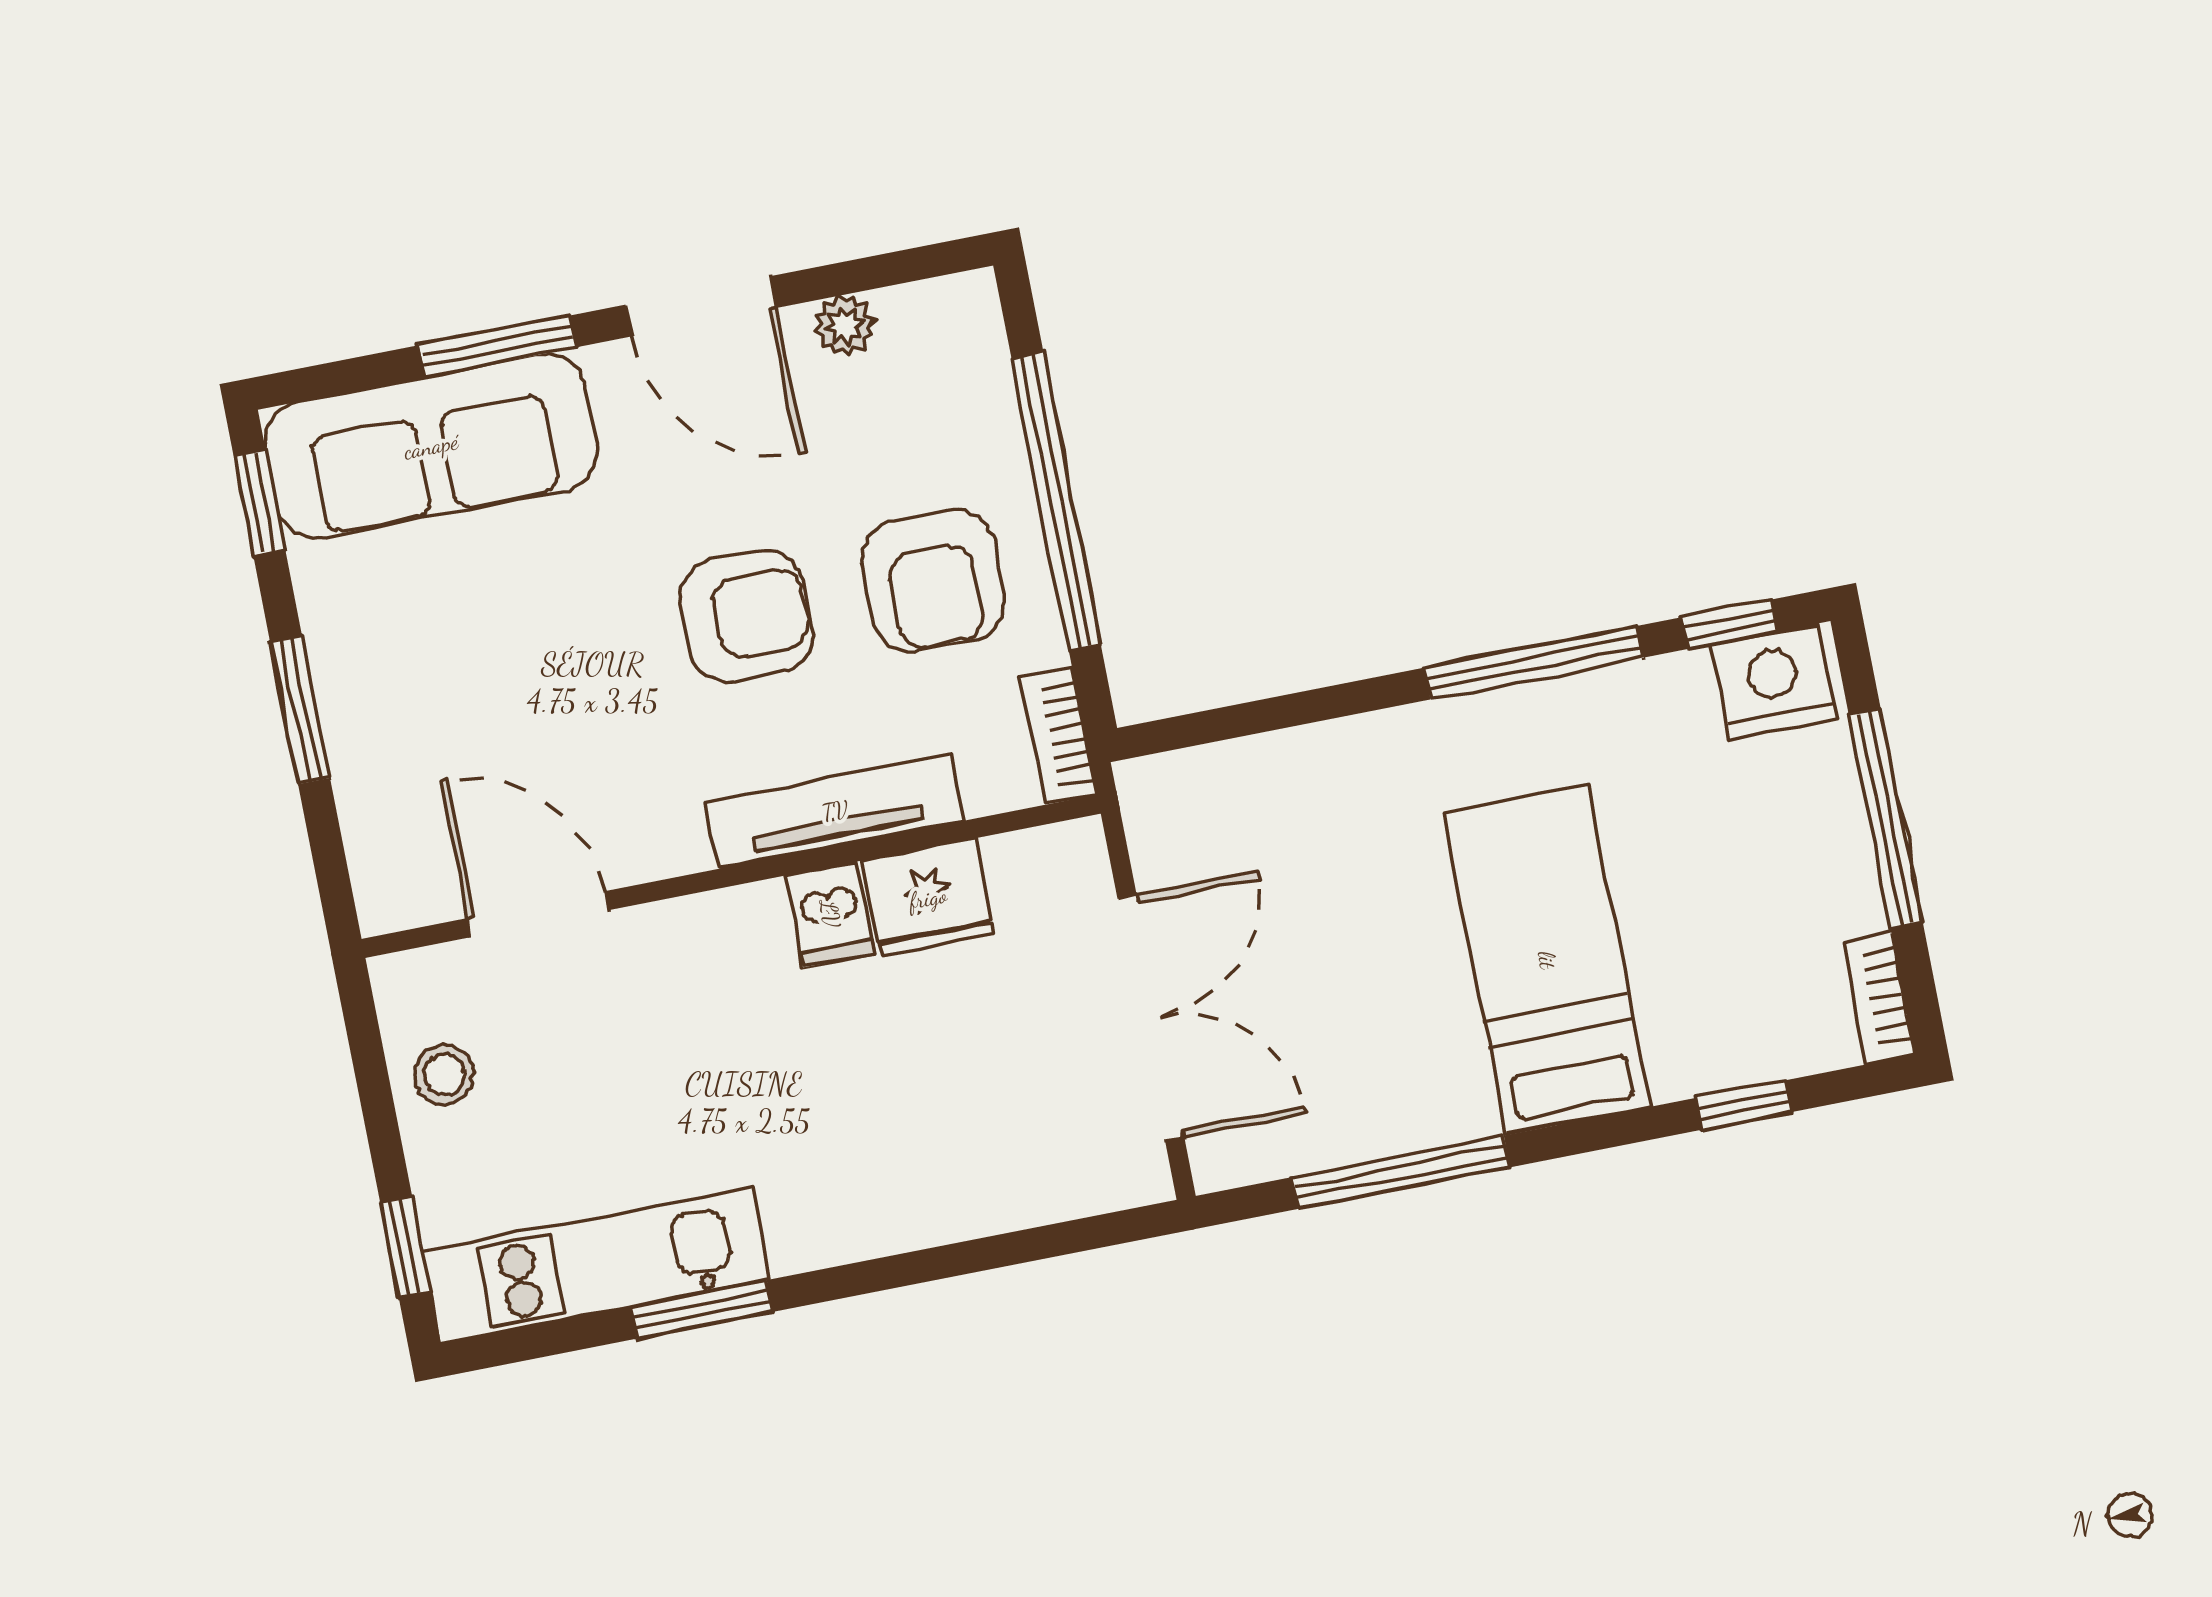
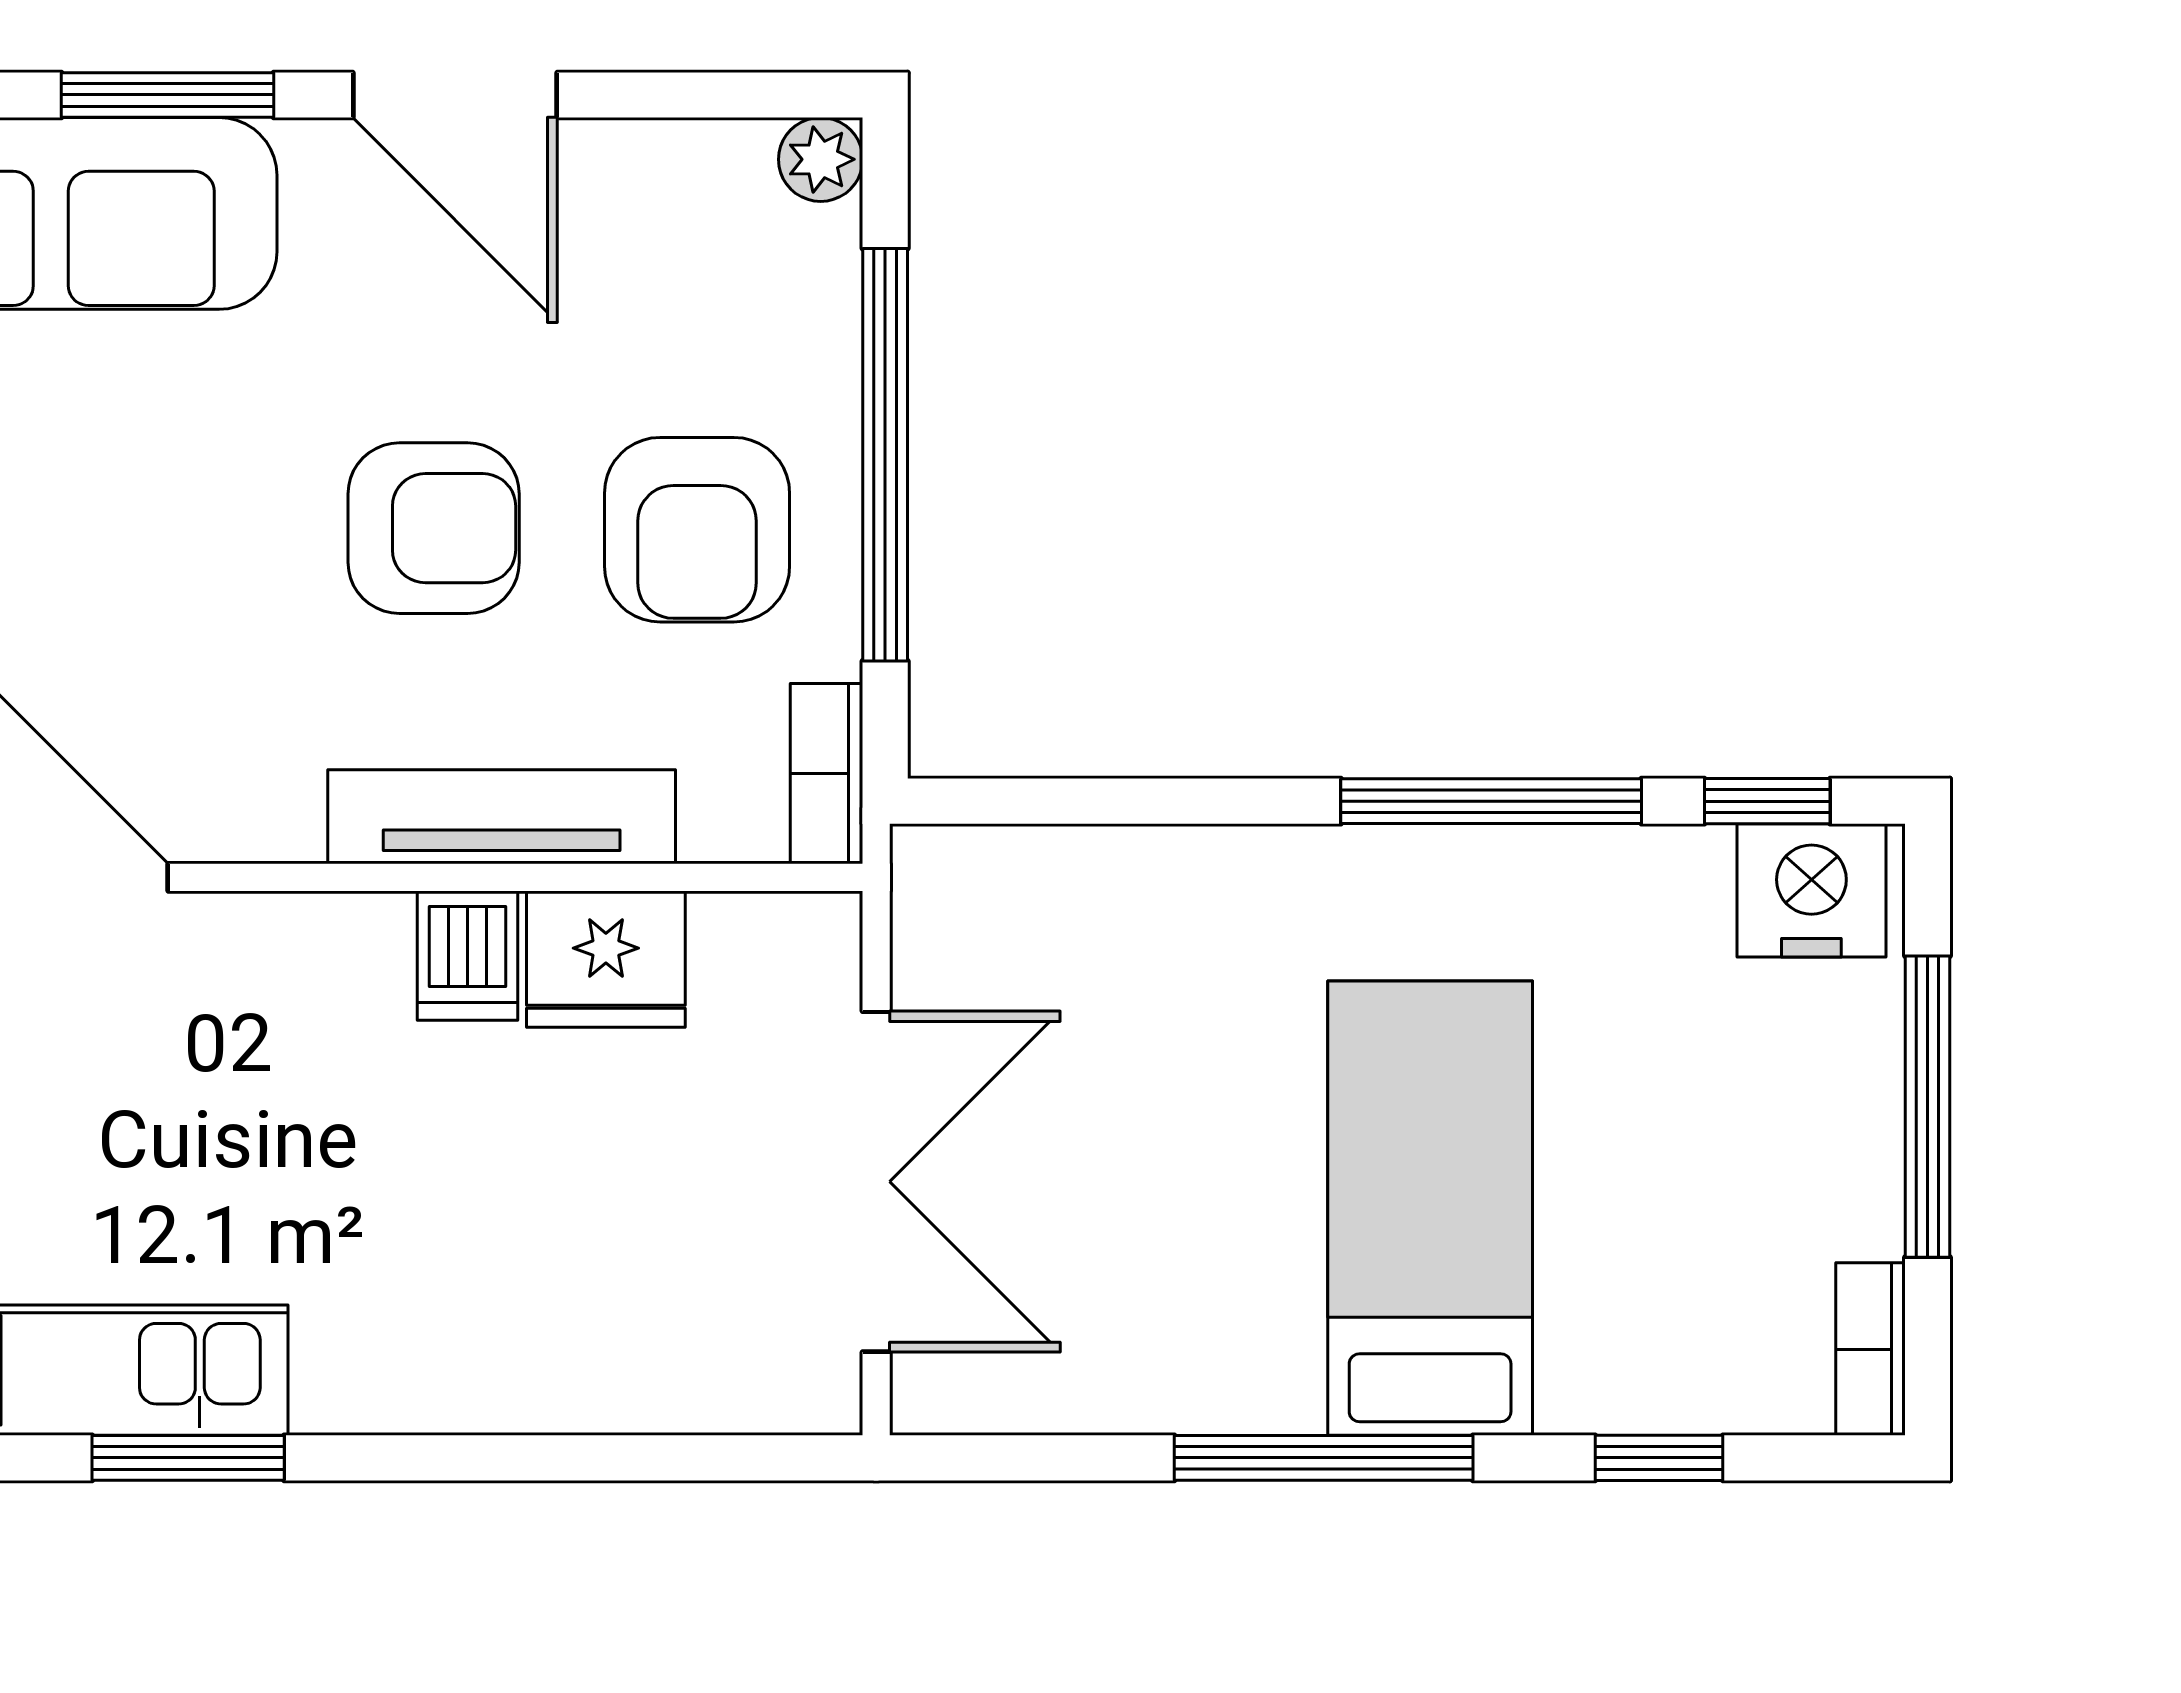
plant: (845, 326) -> (821, 159), moved
window: (1401, 1172) -> (1324, 1458), moved

